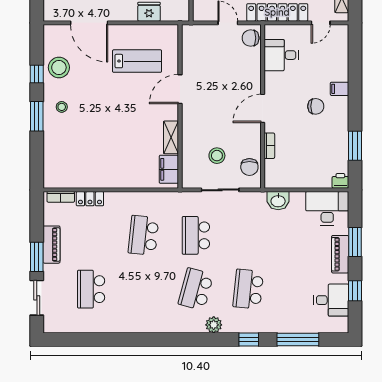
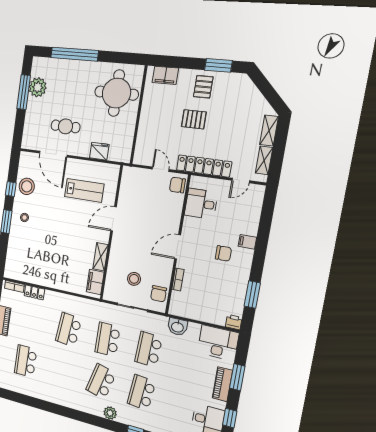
school desk: (248, 235) -> (148, 349), added

